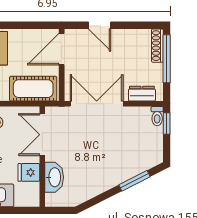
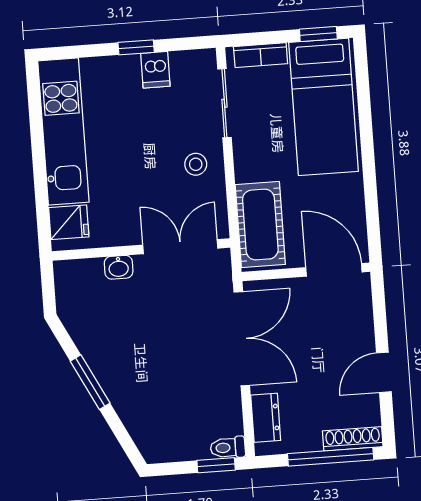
door: (100, 25) -> (384, 372), moved
fridge: (29, 172) -> (69, 222), moved, turned 90
washbasin: (54, 177) -> (119, 267), width x0.52, depth x0.69
window: (134, 181) -> (90, 382), moved

